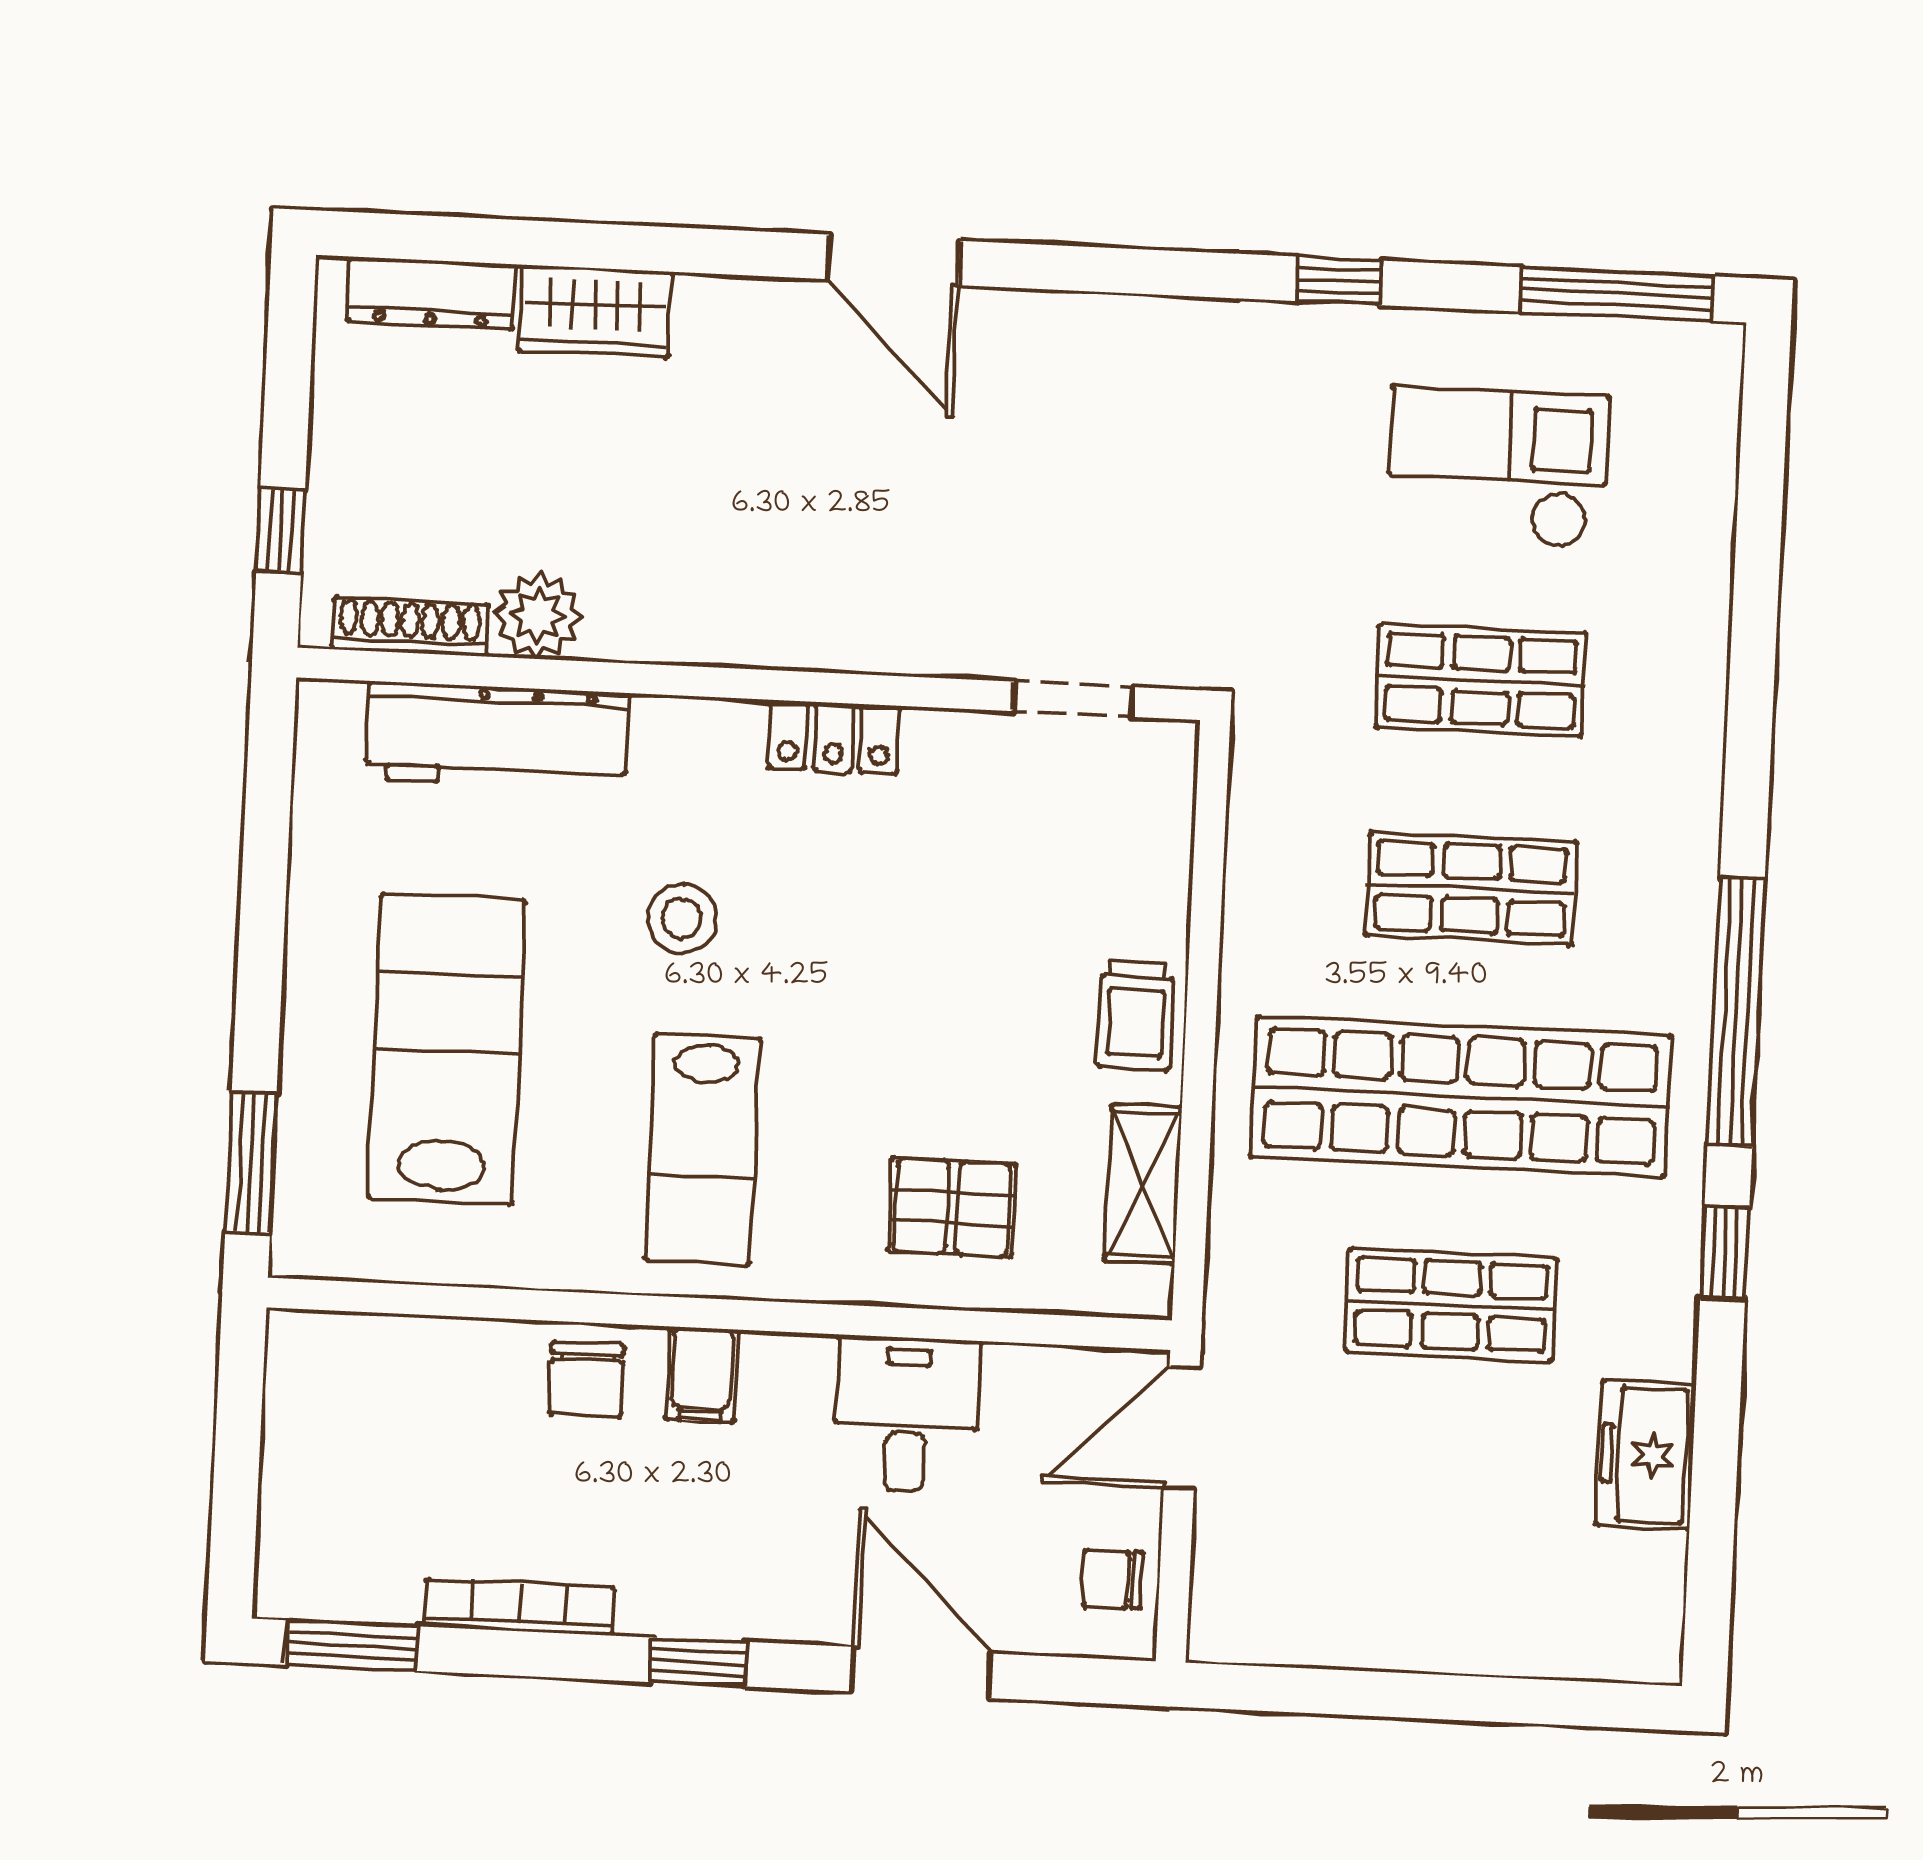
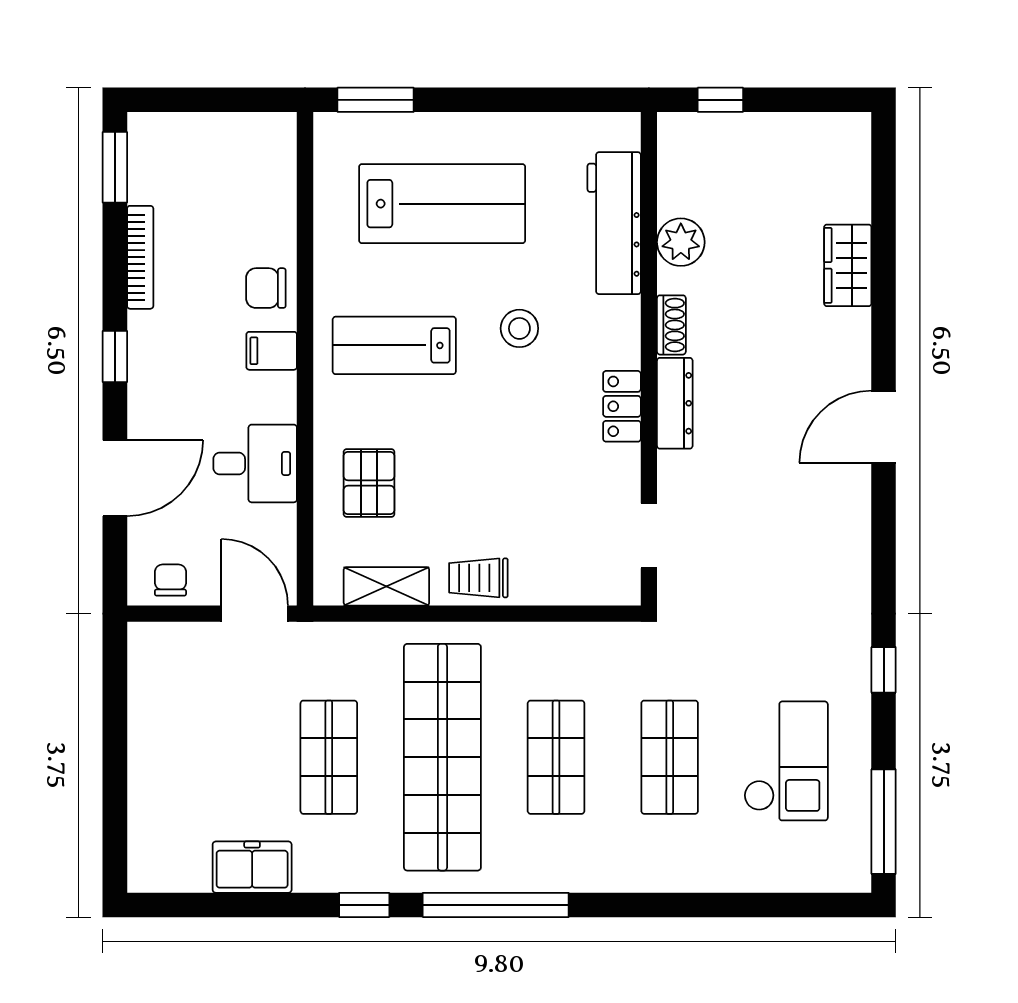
dresser: (431, 293) -> (675, 403), moved, turned 180
shoe rack: (410, 627) -> (671, 325), moved, width x0.70

